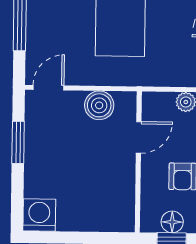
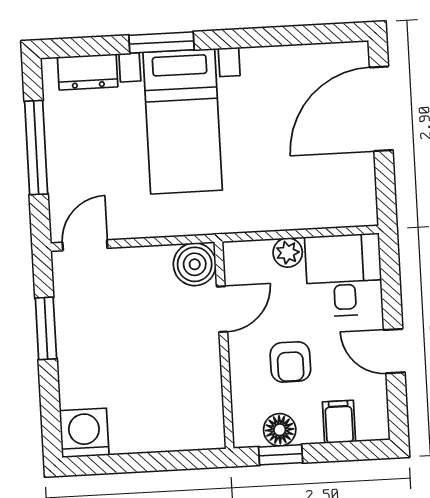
boiler: (99, 105) -> (195, 264), moved

